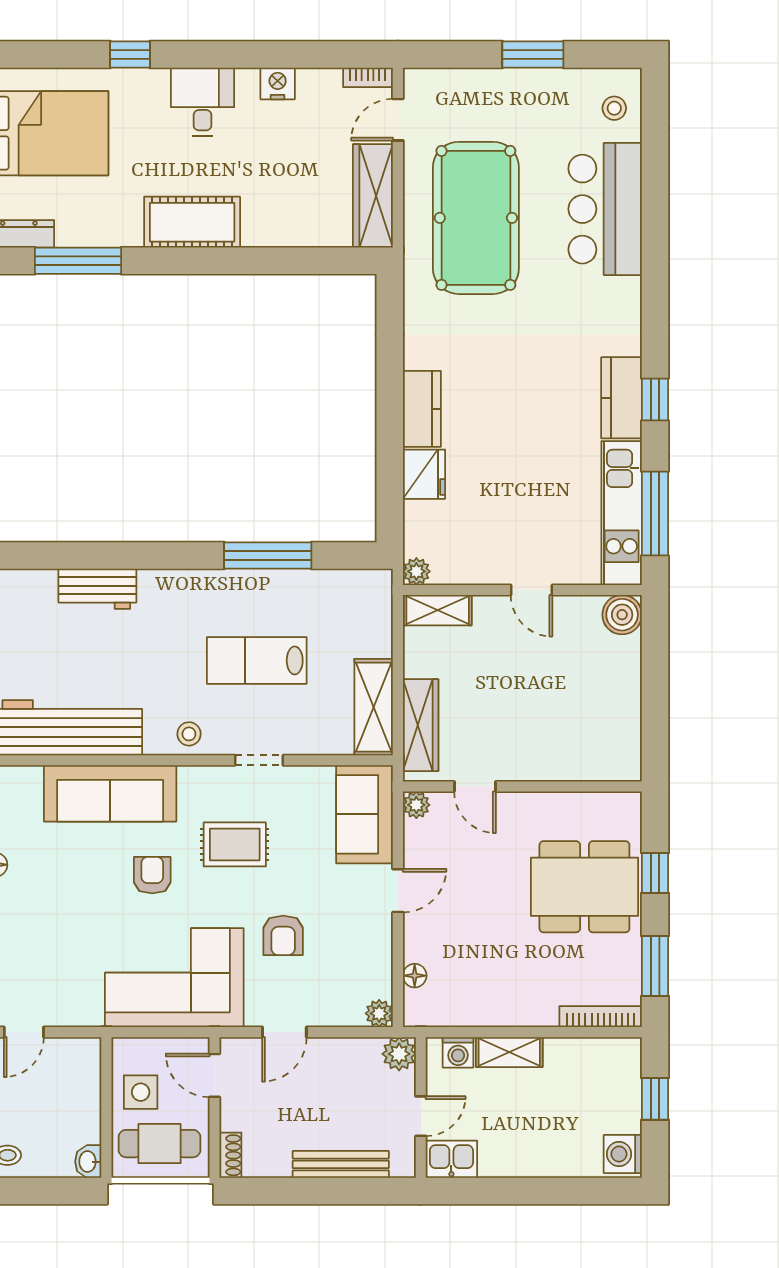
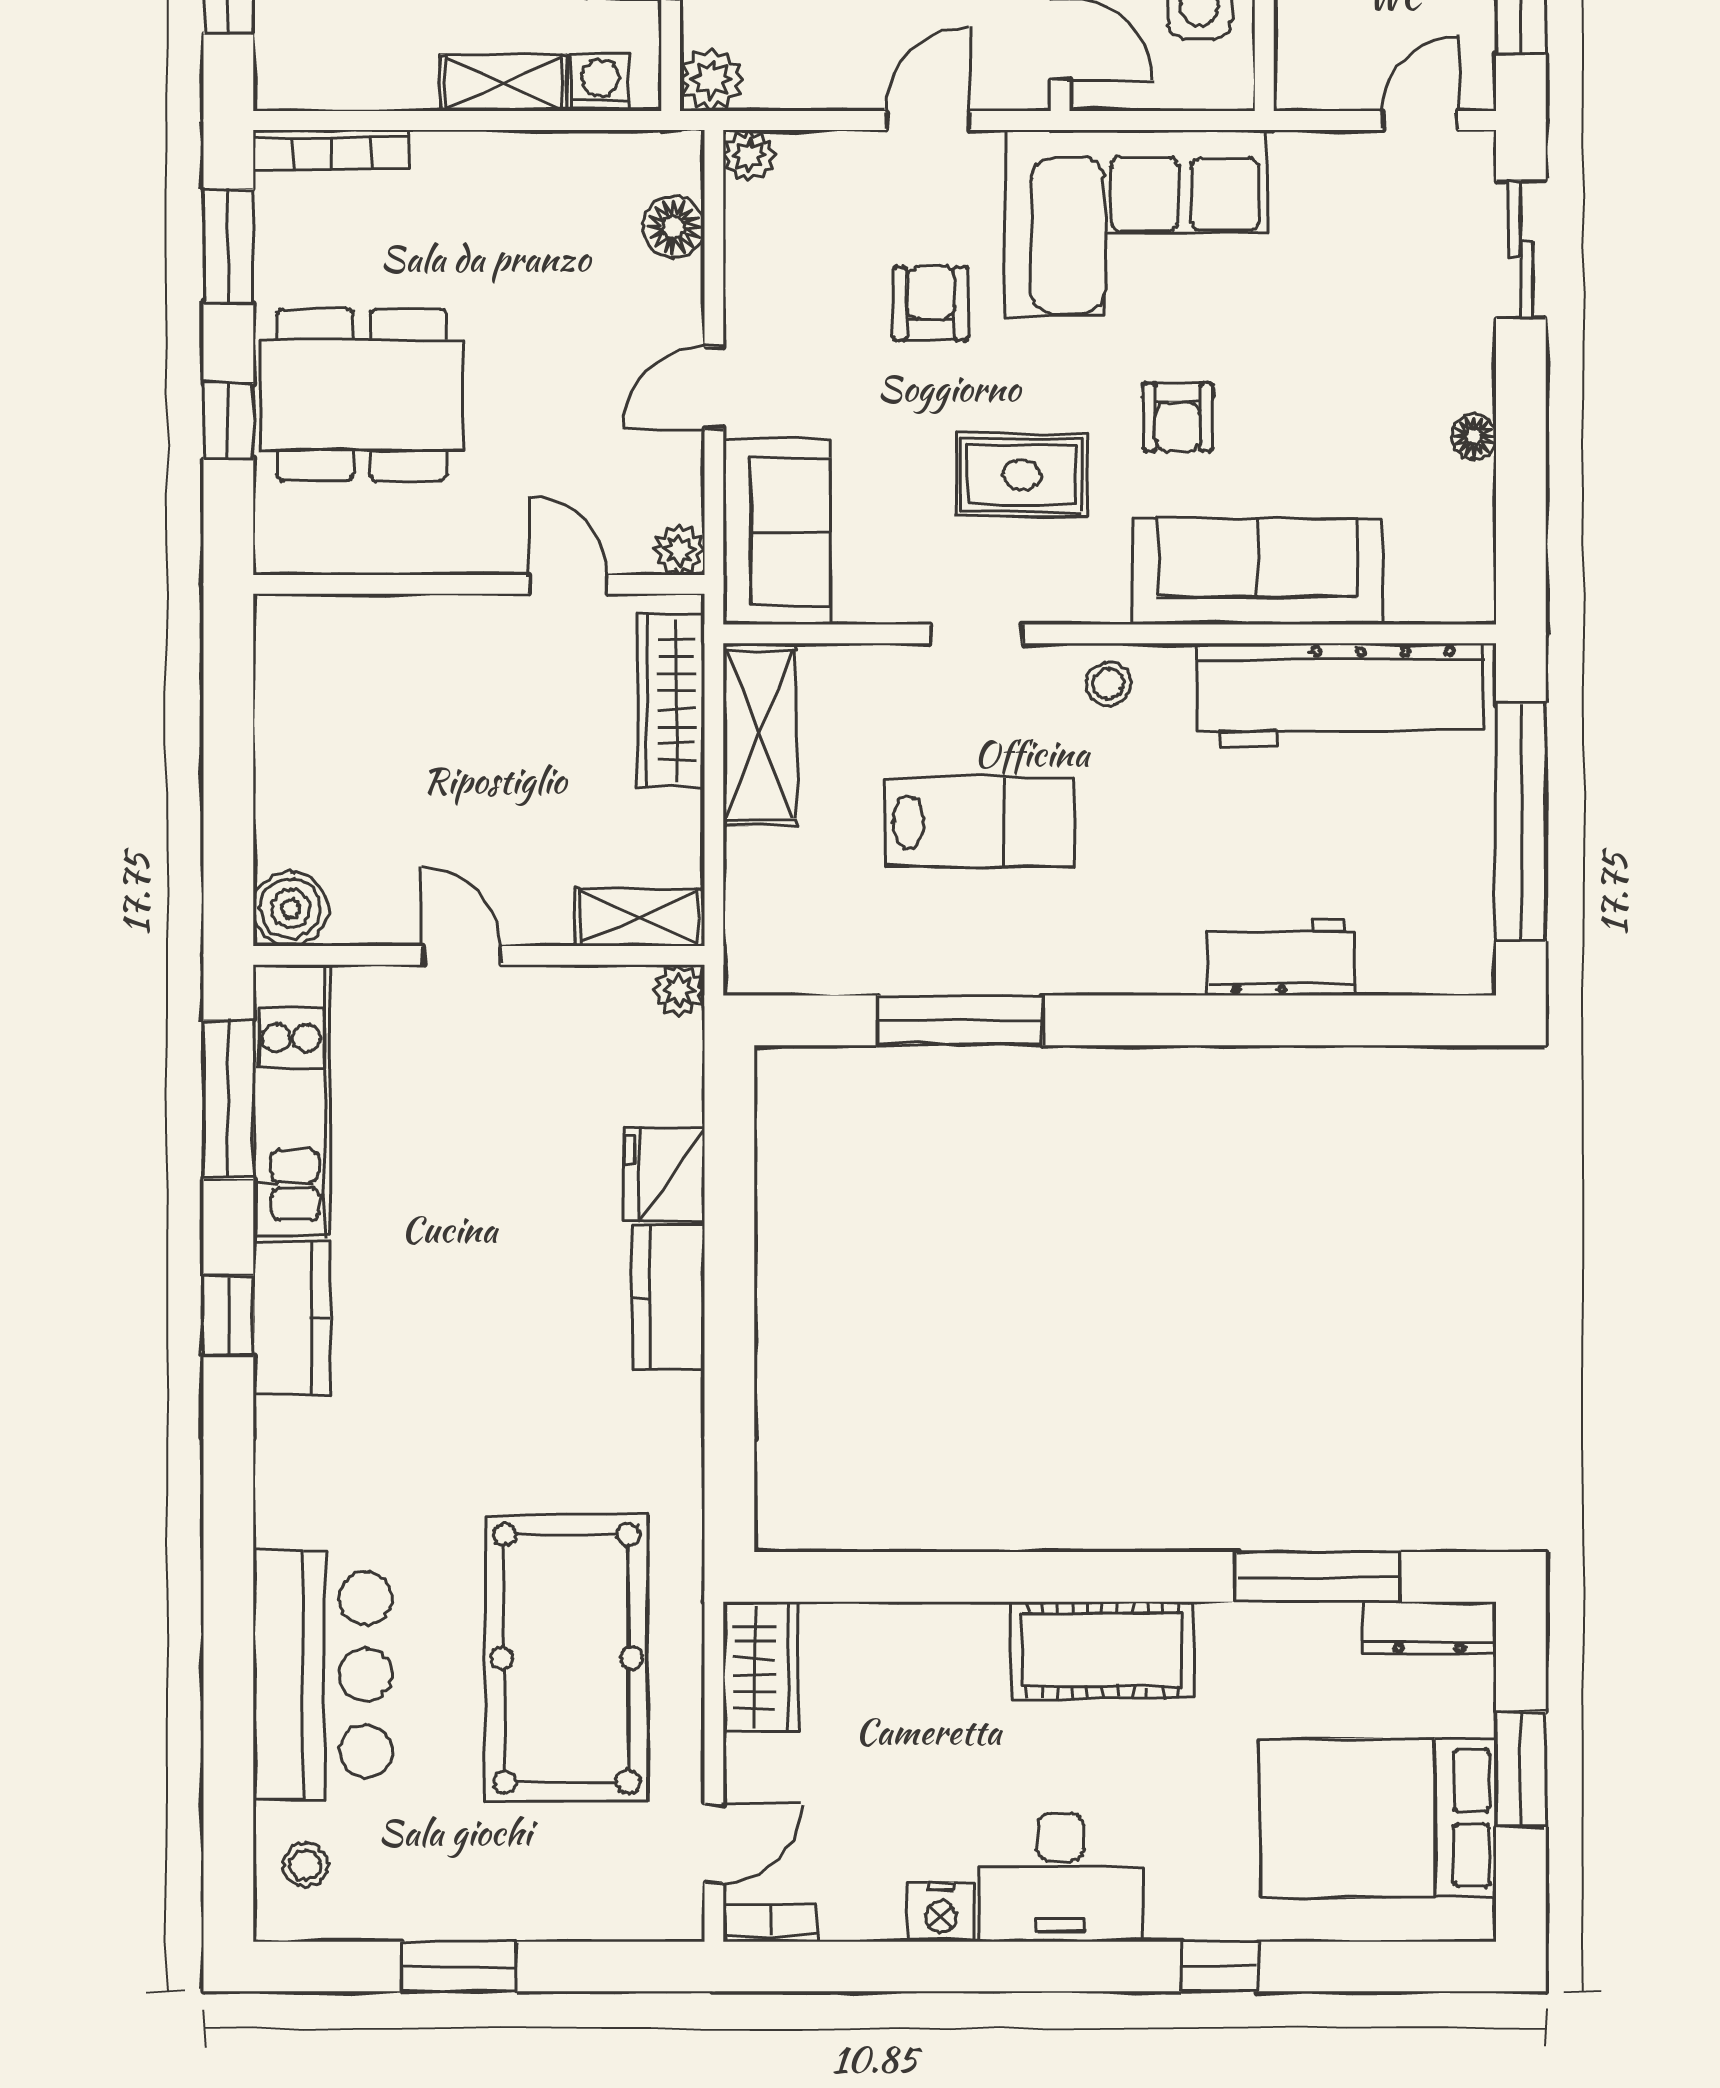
desk: (202, 102) -> (1060, 1877), width x1.37
wardrobe: (373, 196) -> (761, 1667), width x0.67
floor lamp: (415, 976) -> (674, 227), width x1.37, depth x1.37

